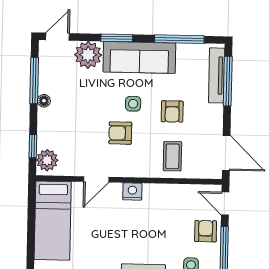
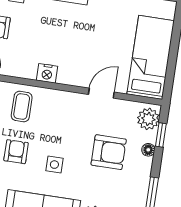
floor lamp: (44, 101) -> (148, 150), moved
armchair: (120, 133) -> (109, 152), moved, width x1.38, depth x1.38
nightstand: (132, 191) -> (47, 73), moved

